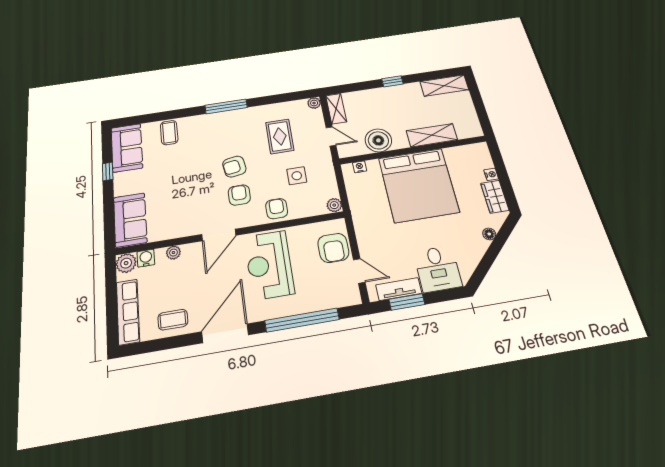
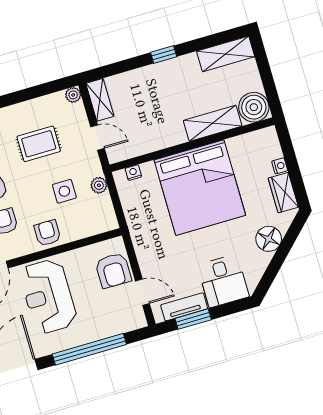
rug: (280, 136) -> (39, 144), turned 90
boiler: (378, 140) -> (254, 107), moved
plant: (334, 205) -> (99, 185), moved
floor lamp: (489, 234) -> (269, 239), width x1.89, depth x1.89

